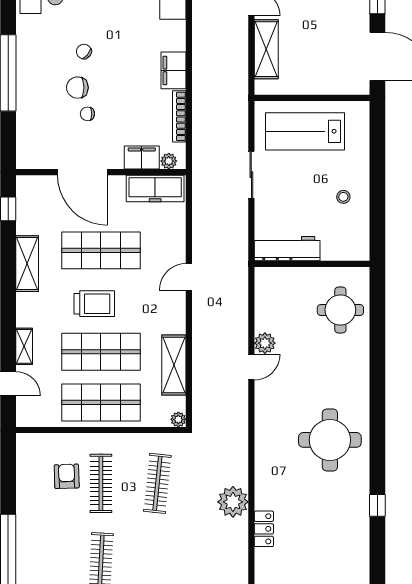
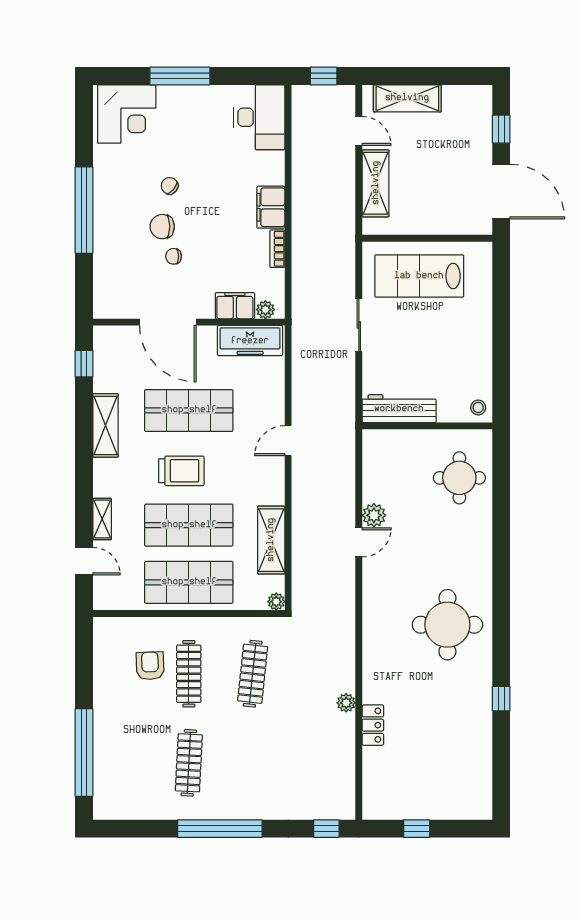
bookcase: (179, 116) -> (277, 249), width x0.64
stool: (343, 197) -> (478, 408), moved
plant: (233, 502) -> (346, 703), width x0.53, depth x0.53

